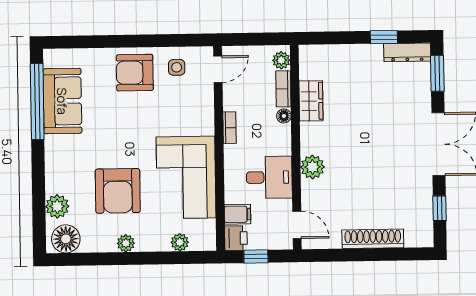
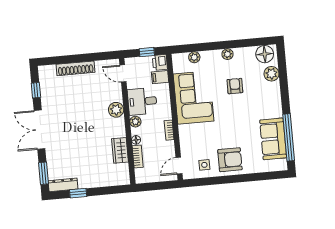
plant: (281, 60) -> (135, 122), moved
armchair: (118, 191) -> (235, 86), width x0.53, depth x0.53

